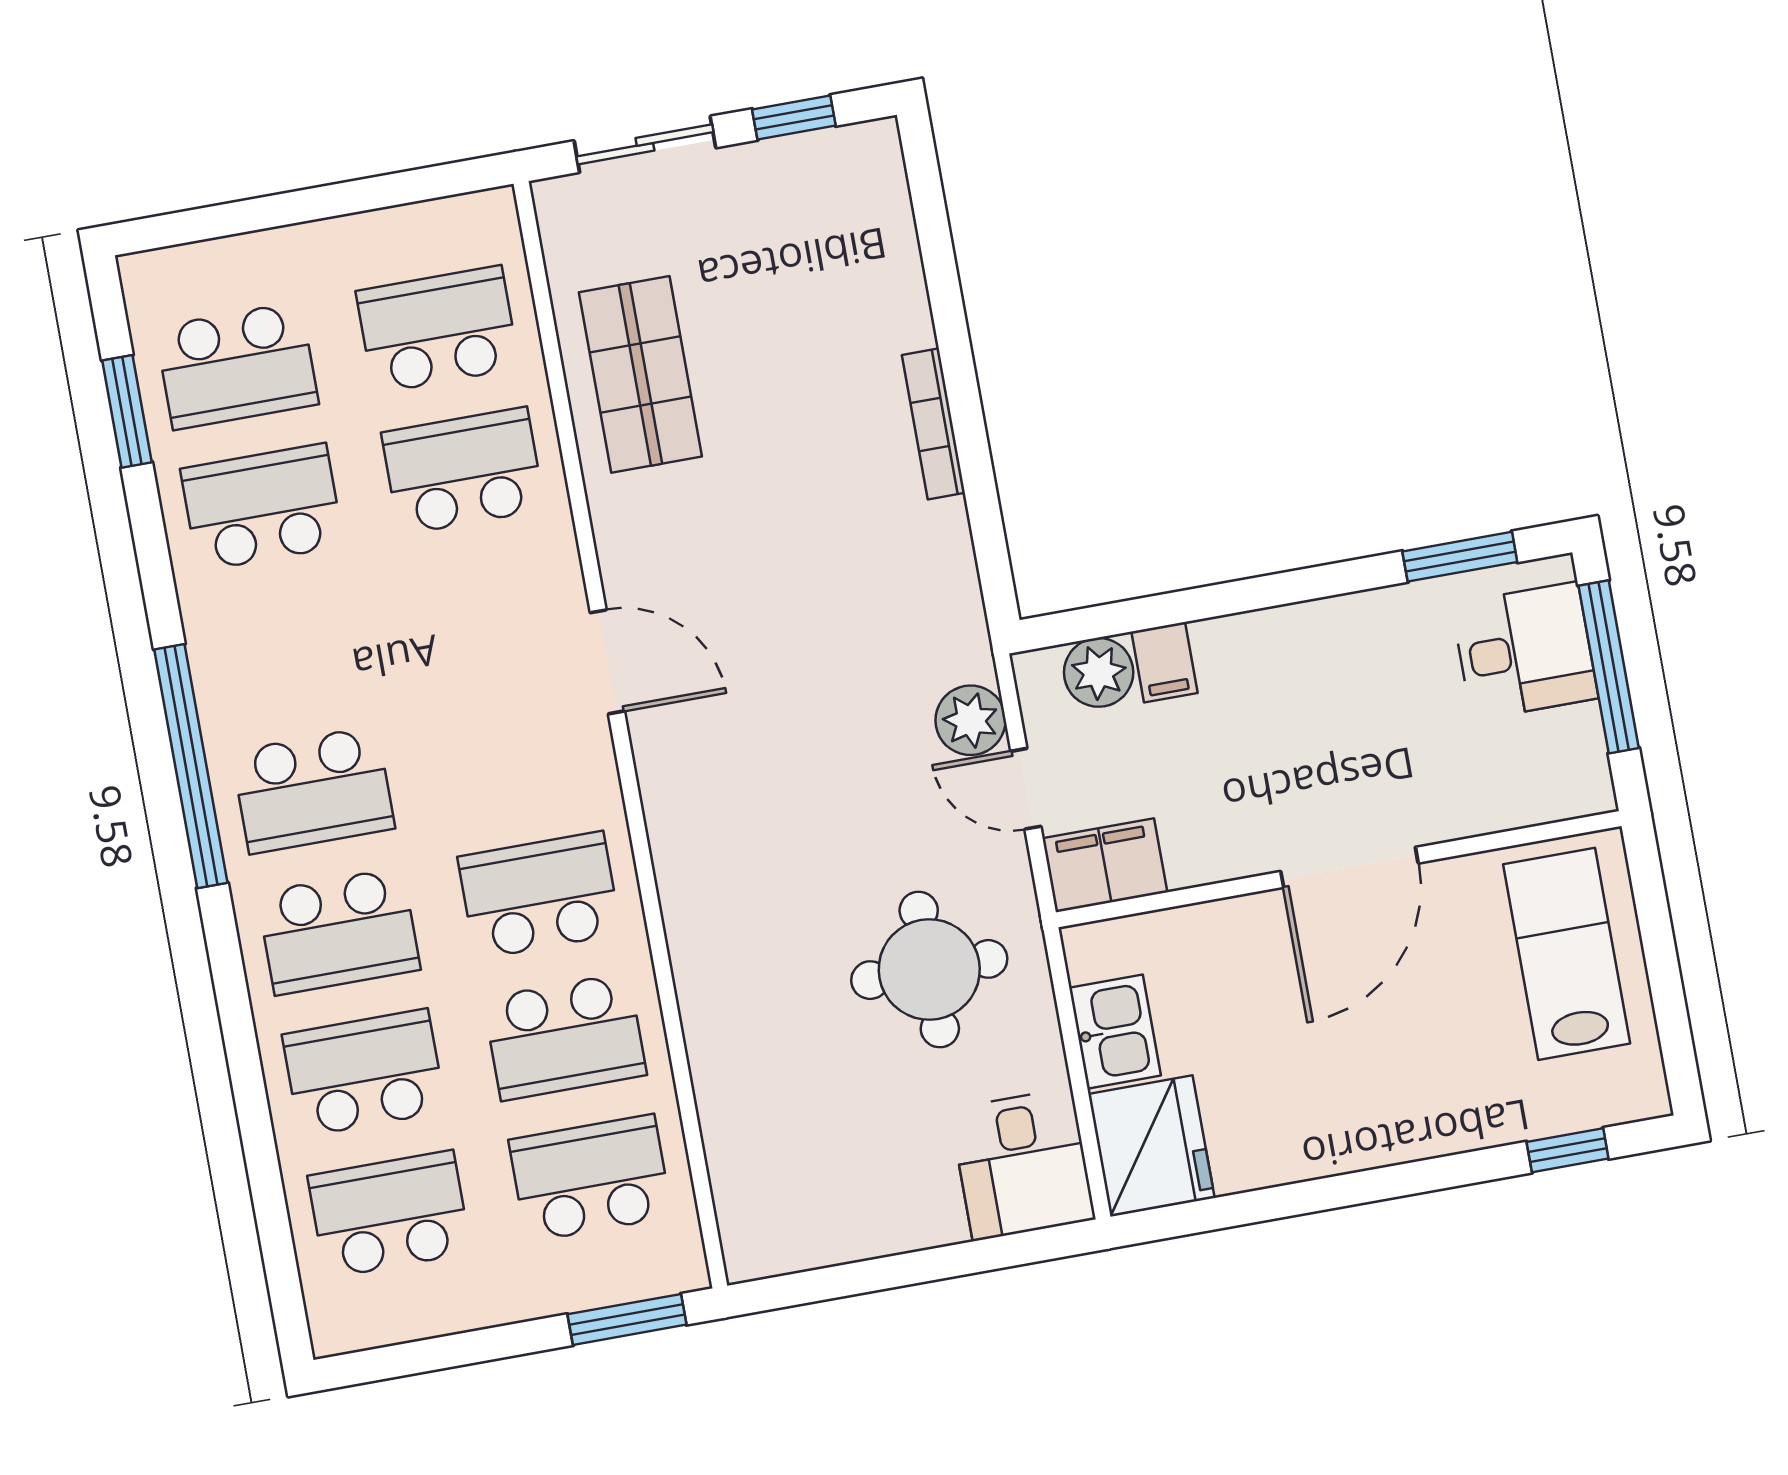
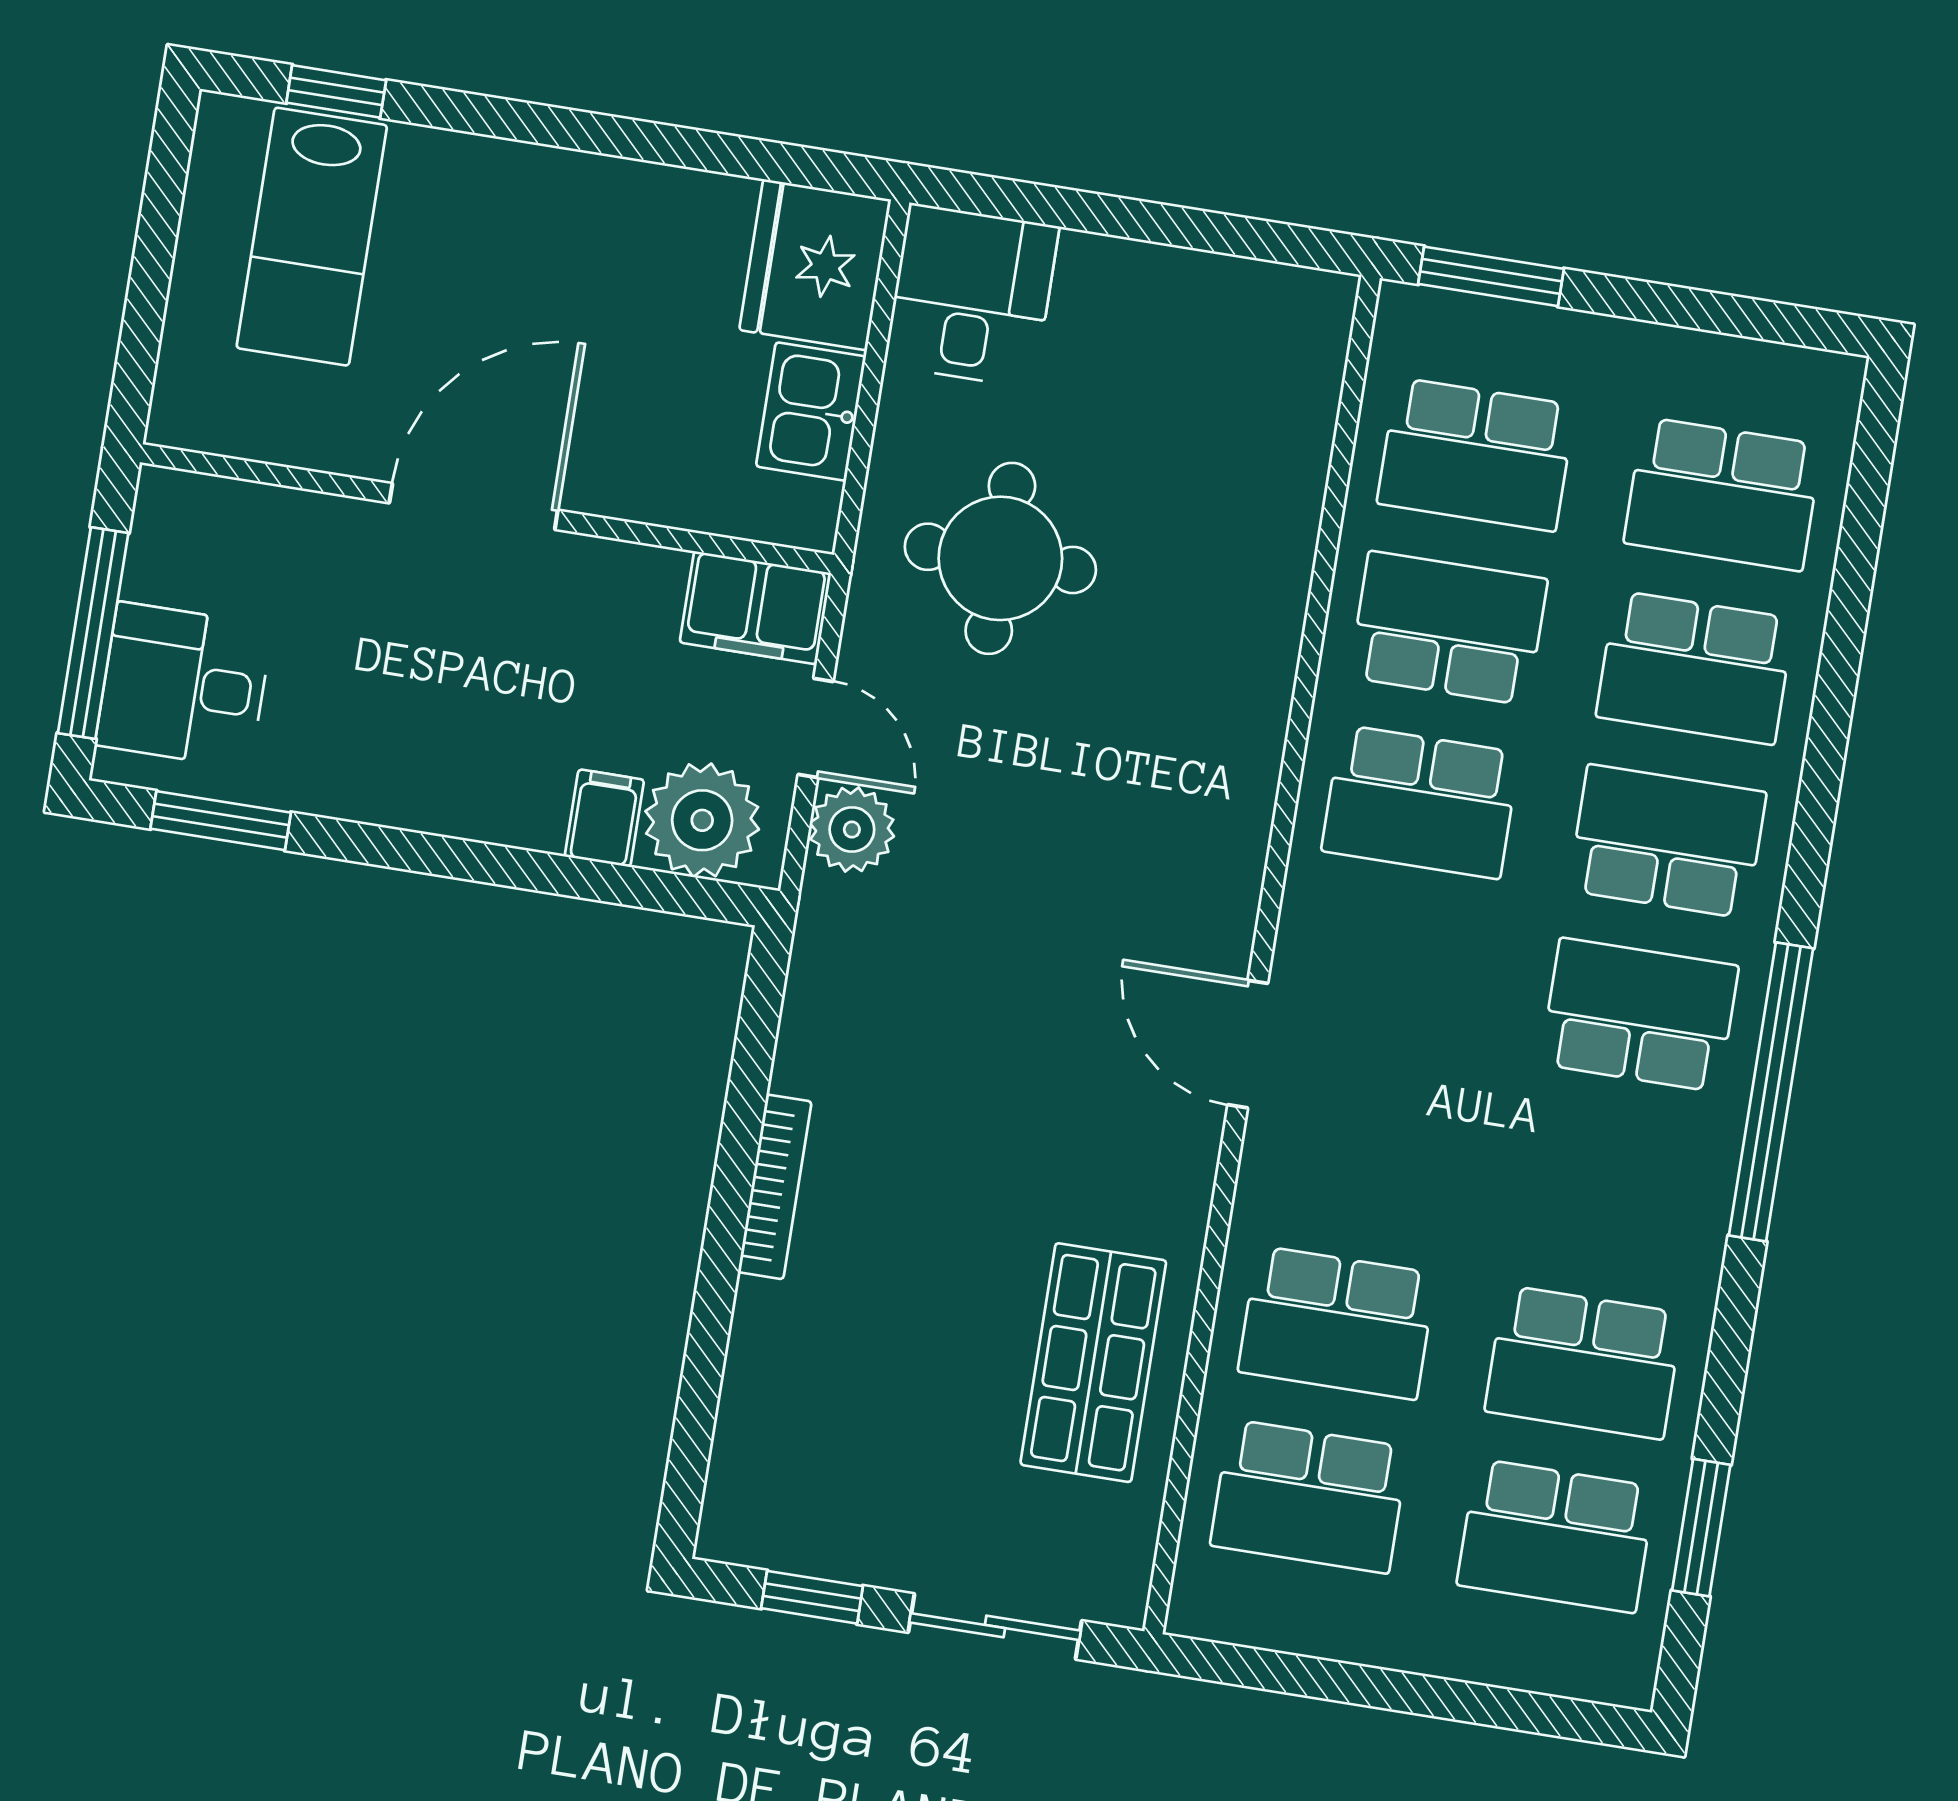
school desk: (237, 366) -> (1556, 1536), turned 180
plant: (1099, 672) -> (702, 820), width x1.36, depth x1.36
lab bench: (1567, 954) -> (312, 237), moved

